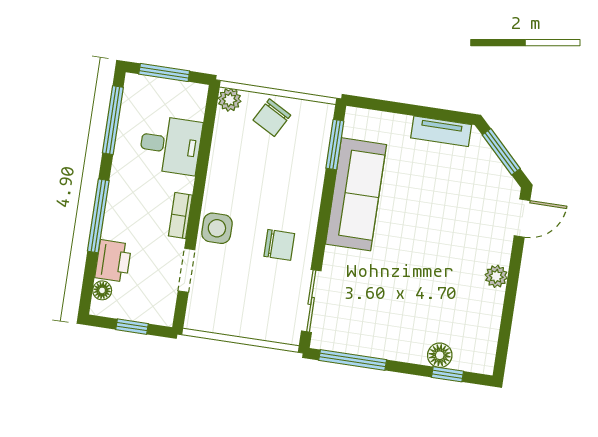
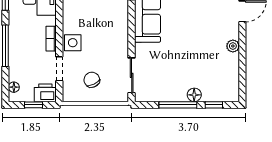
chair: (279, 245) -> (92, 80), moved, turned -116
printer: (113, 261) -> (45, 93), moved, turned -90
floor lamp: (440, 355) -> (194, 95), moved
window: (353, 360) -> (178, 105), moved

